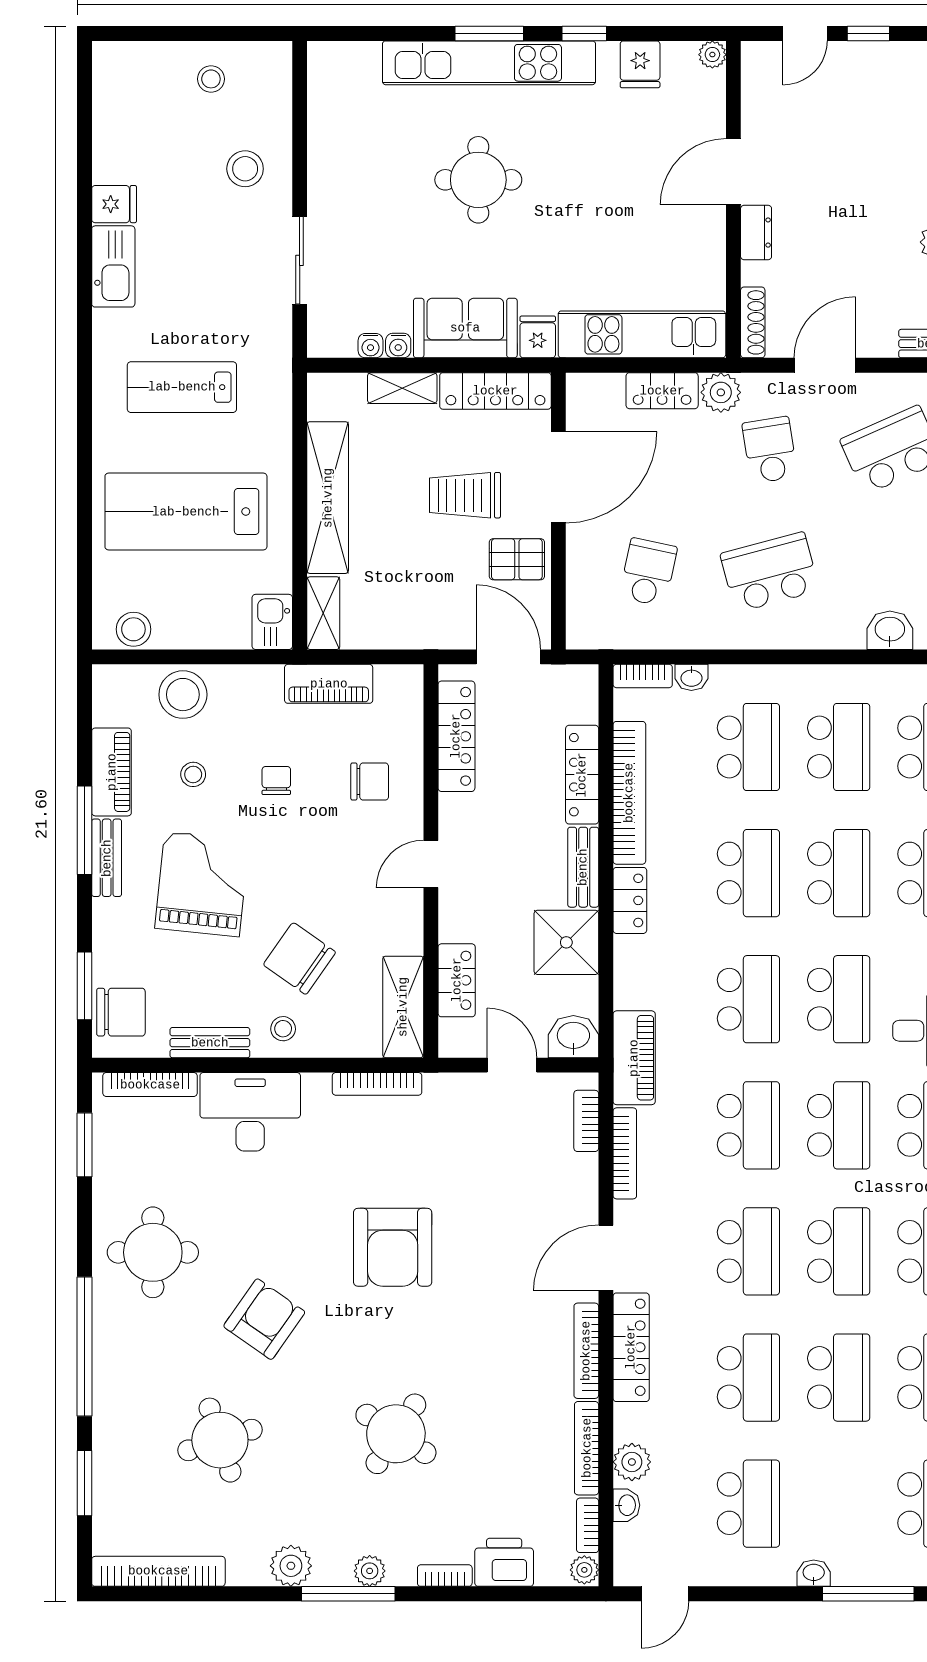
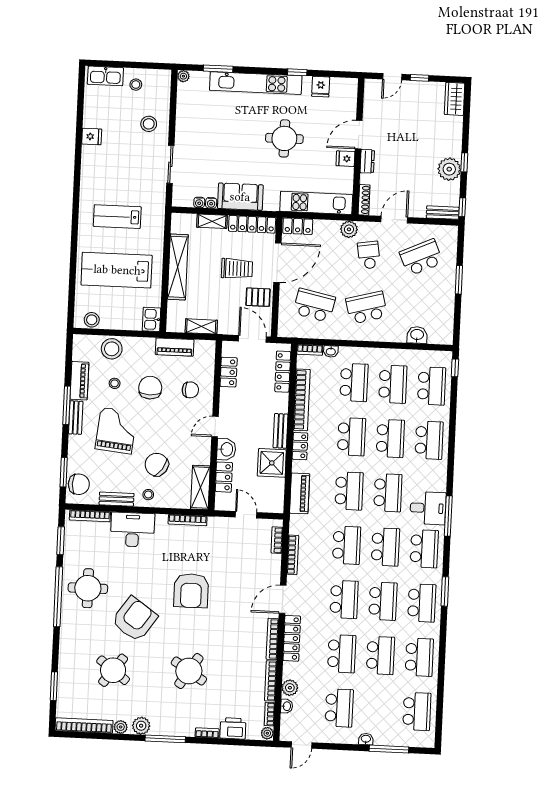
window: (489, 34) -> (218, 69), moved
plant: (712, 55) -> (183, 76), moved
round table: (478, 180) -> (284, 138), moved
kitchen sink: (113, 266) -> (105, 76), moved, turned 90
fridge: (538, 337) -> (345, 159), moved, turned -90
locker: (662, 391) -> (298, 226), moved
trolley: (465, 495) -> (237, 269), turned 180
school desk: (648, 572) -> (314, 305), width x1.85
shelving: (323, 613) -> (201, 326), moved, turned 90
locker: (456, 736) -> (229, 372), width x0.66
locker: (582, 775) -> (283, 372), moved
chair: (276, 781) -> (150, 388), width x1.87, depth x1.87
washbasin: (573, 1037) -> (226, 449), moved, turned 90
piano: (634, 1058) -> (300, 493), moved
armchair: (264, 1319) -> (134, 619), width x1.36, depth x1.36
window: (85, 1346) -> (58, 597), moved
round table: (220, 1440) -> (113, 670), turned -35
plant: (370, 1571) -> (121, 727), moved

